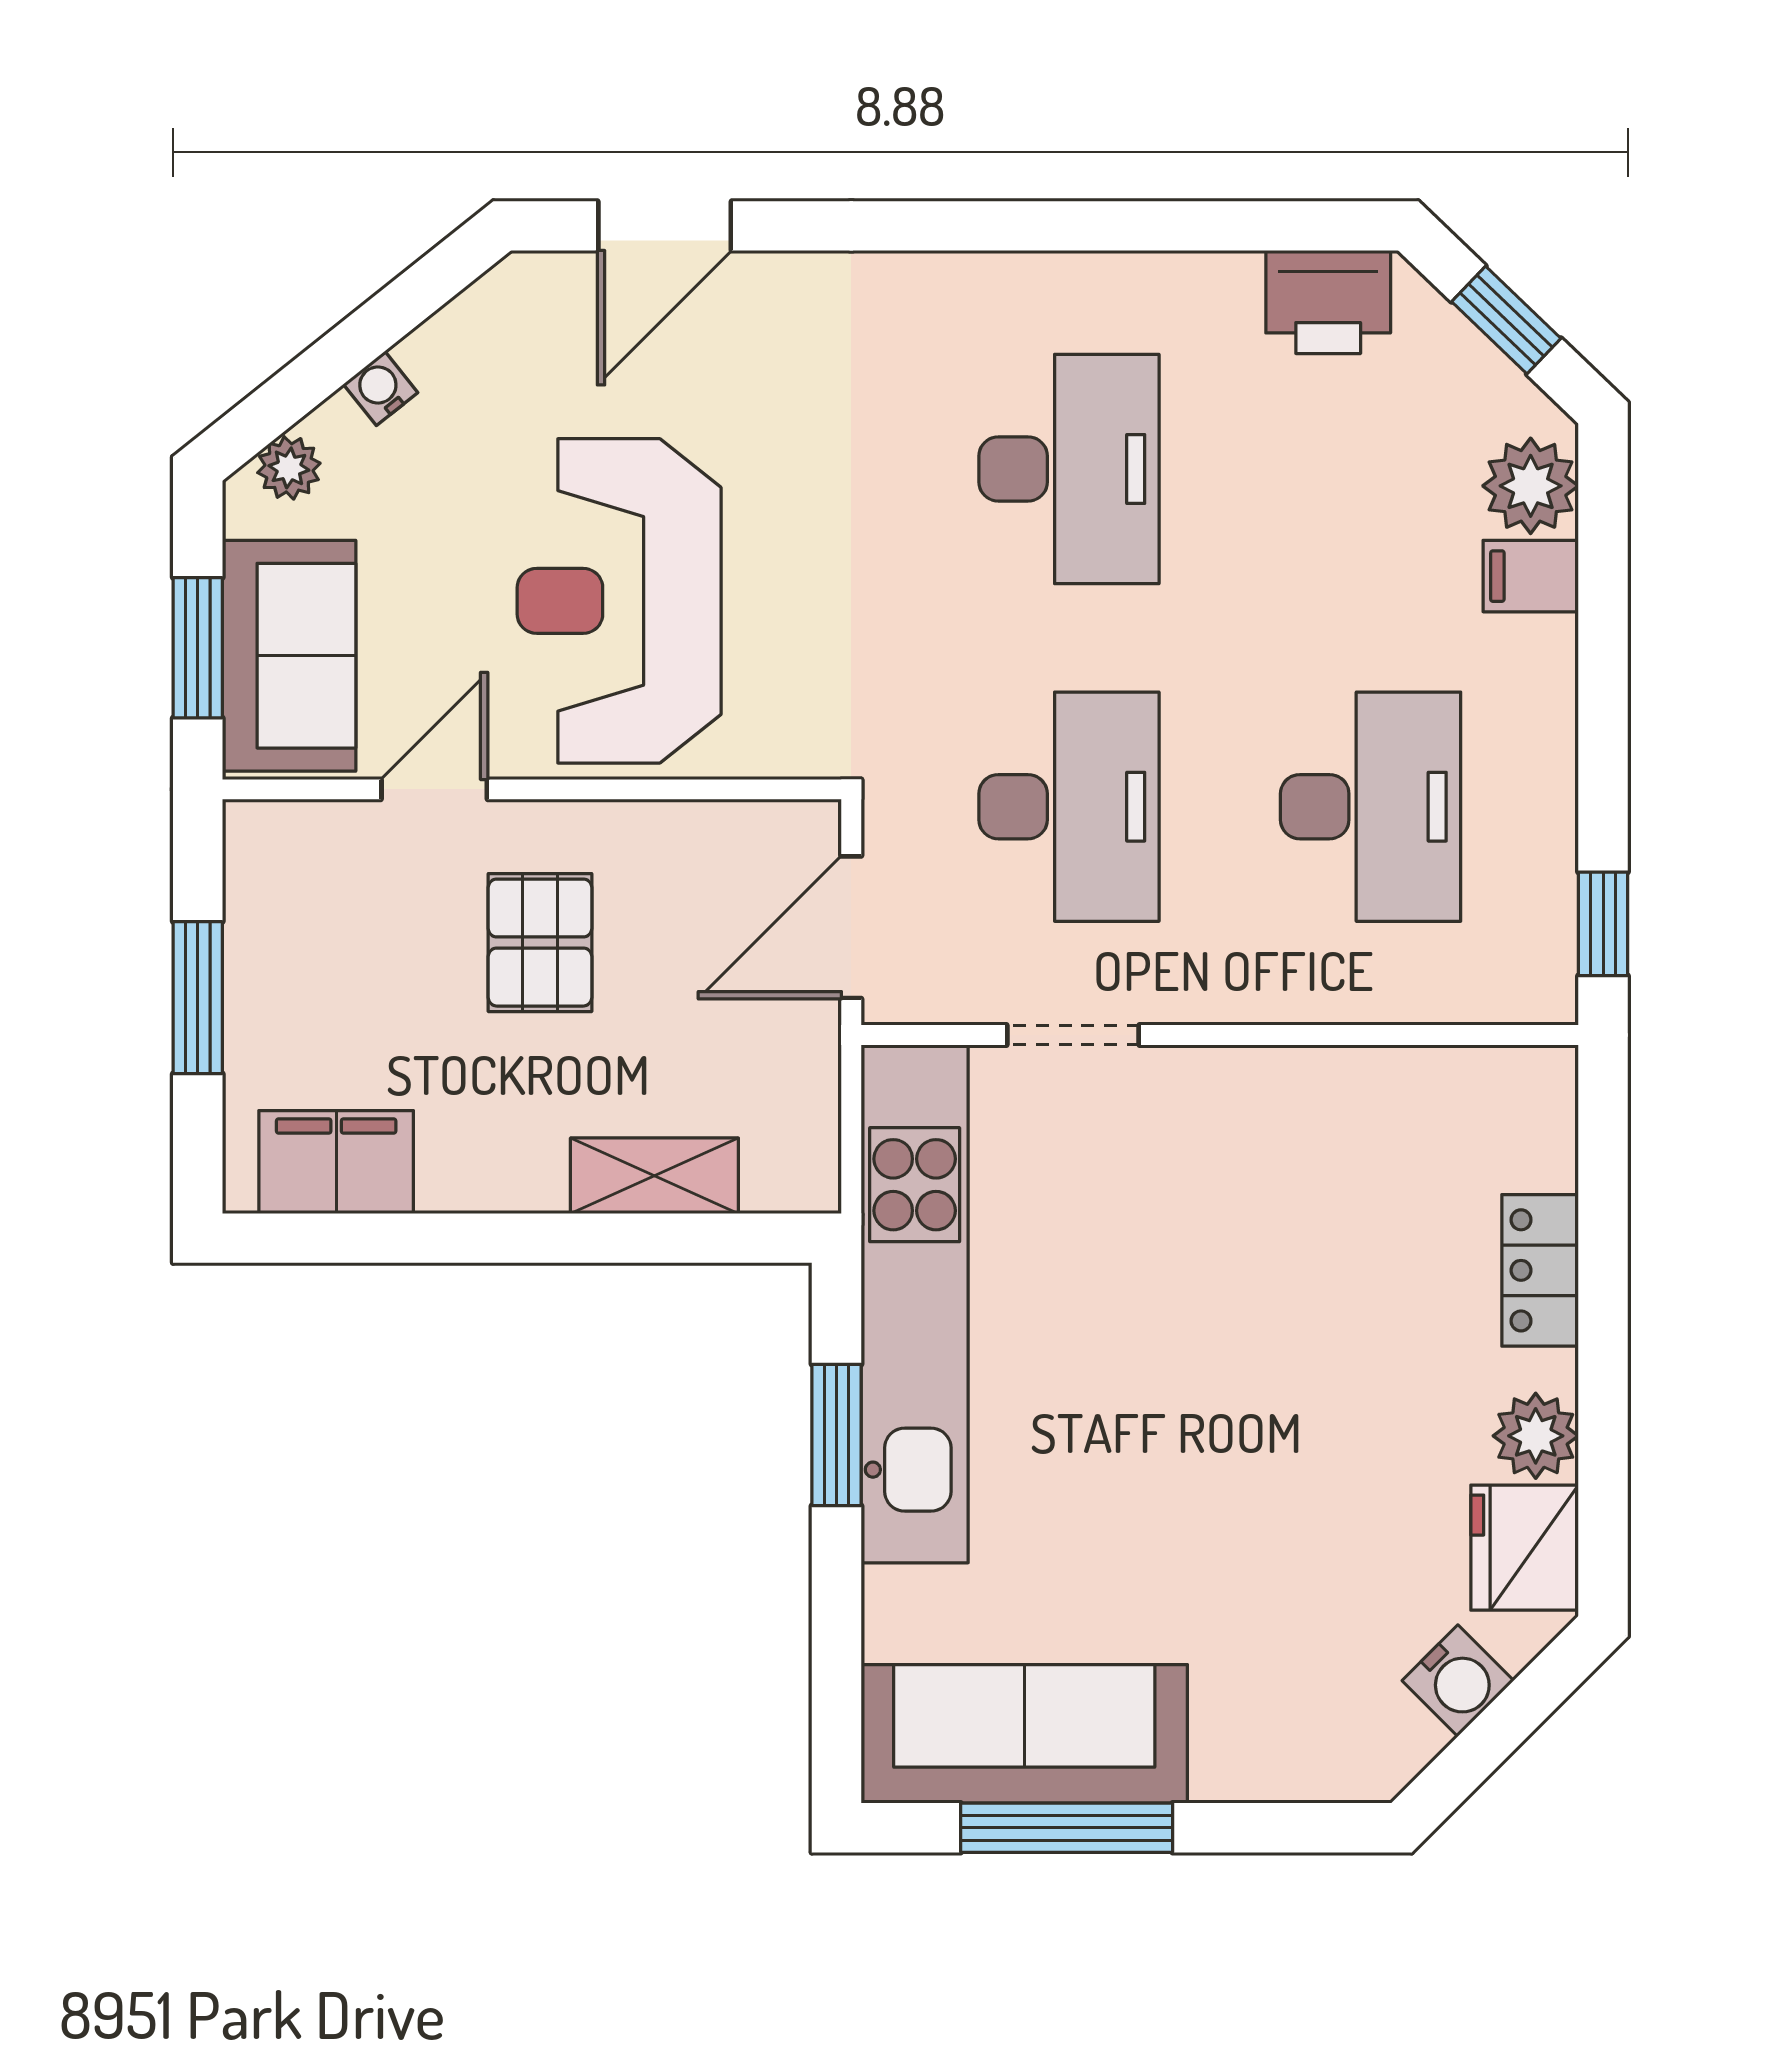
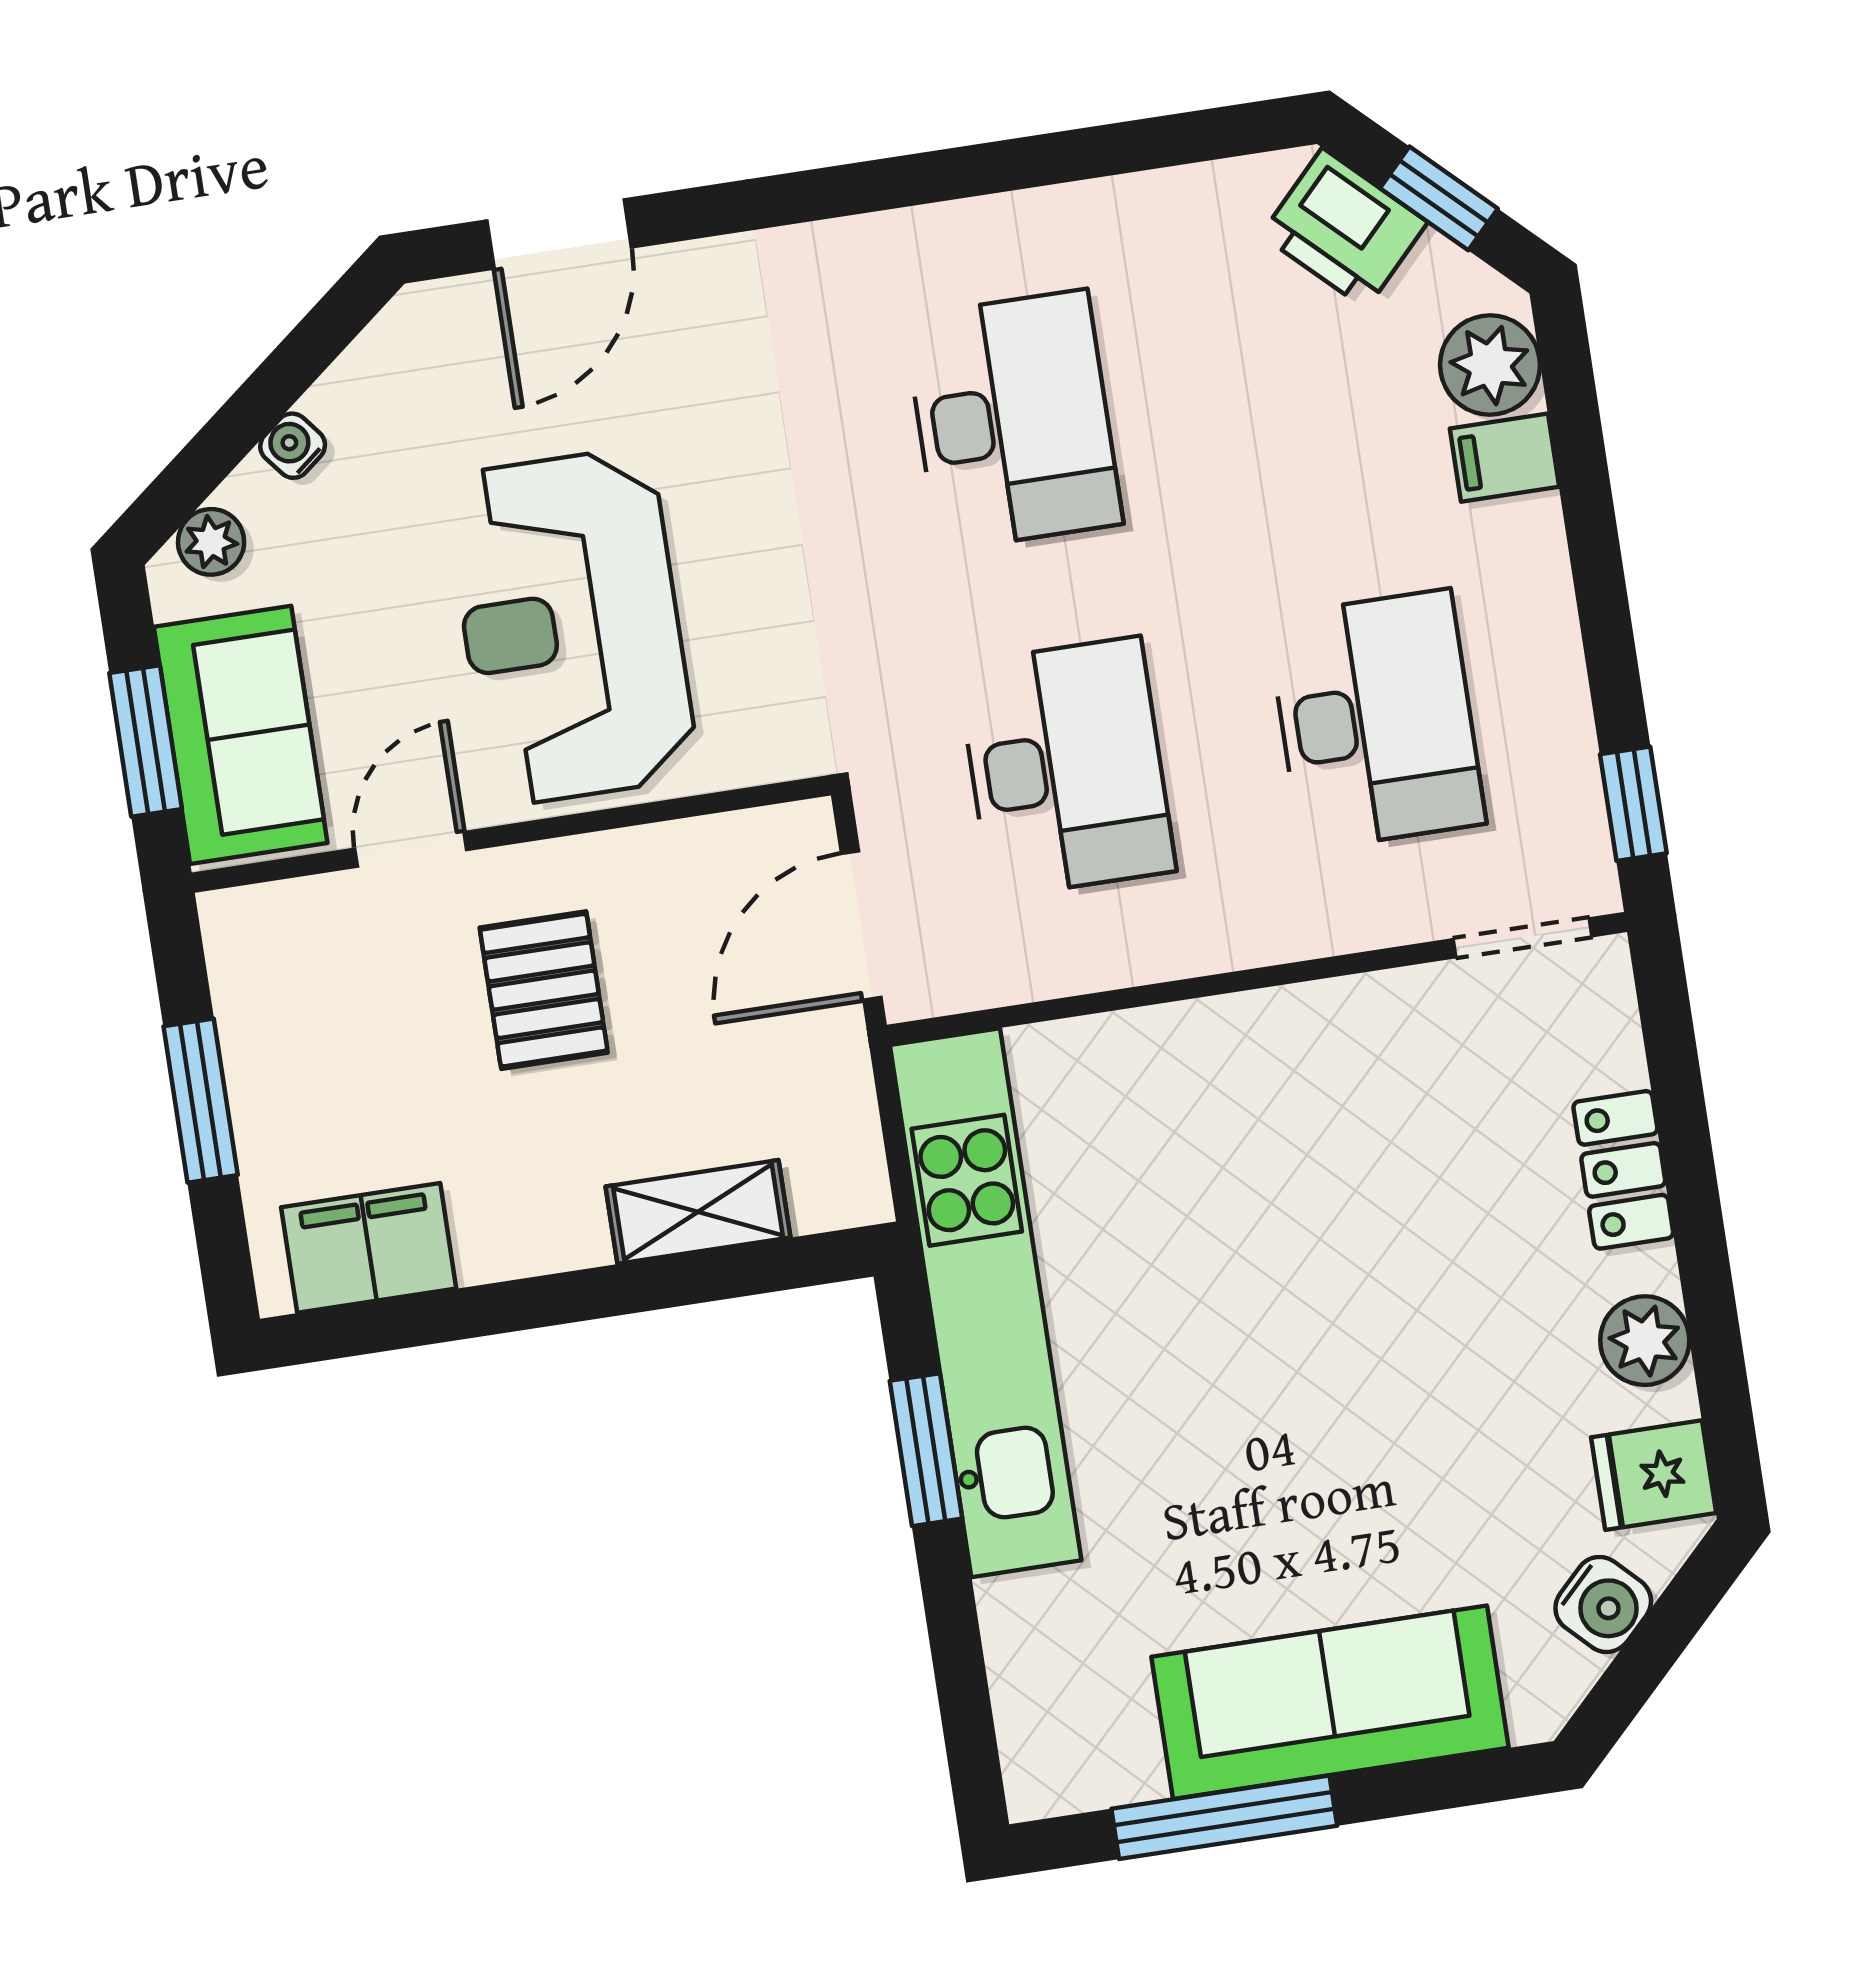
printer: (1328, 302) -> (1344, 229), moved, turned 44
doorway: (1073, 1035) -> (1523, 938), moved
fridge: (1525, 1548) -> (1654, 1475), width x0.72
sofa: (1024, 1734) -> (1330, 1702), moved

